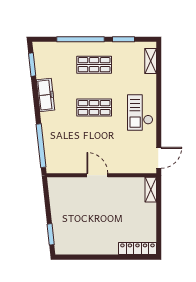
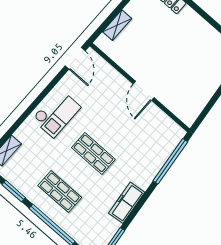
door: (159, 158) -> (75, 58), swing flipped
shelving: (151, 190) -> (117, 25), moved

